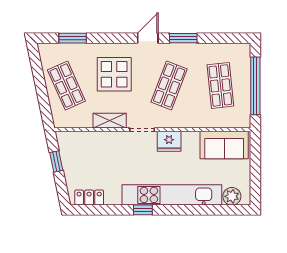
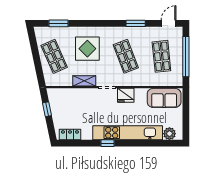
door: (148, 38) -> (169, 23), moved
shop shelf: (169, 85) -> (126, 56), turned -42

